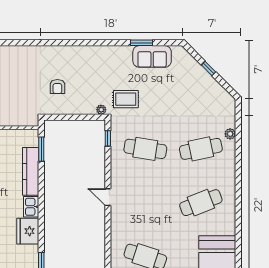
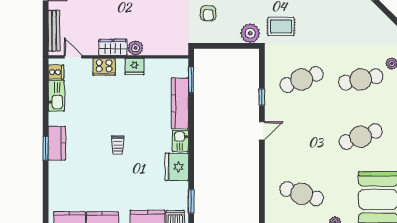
plant: (101, 110) -> (250, 33), width x1.88, depth x1.88
window: (108, 138) -> (262, 97), moved
cafe table: (145, 149) -> (302, 79), turned -30
door: (108, 197) -> (262, 131), swing flipped

